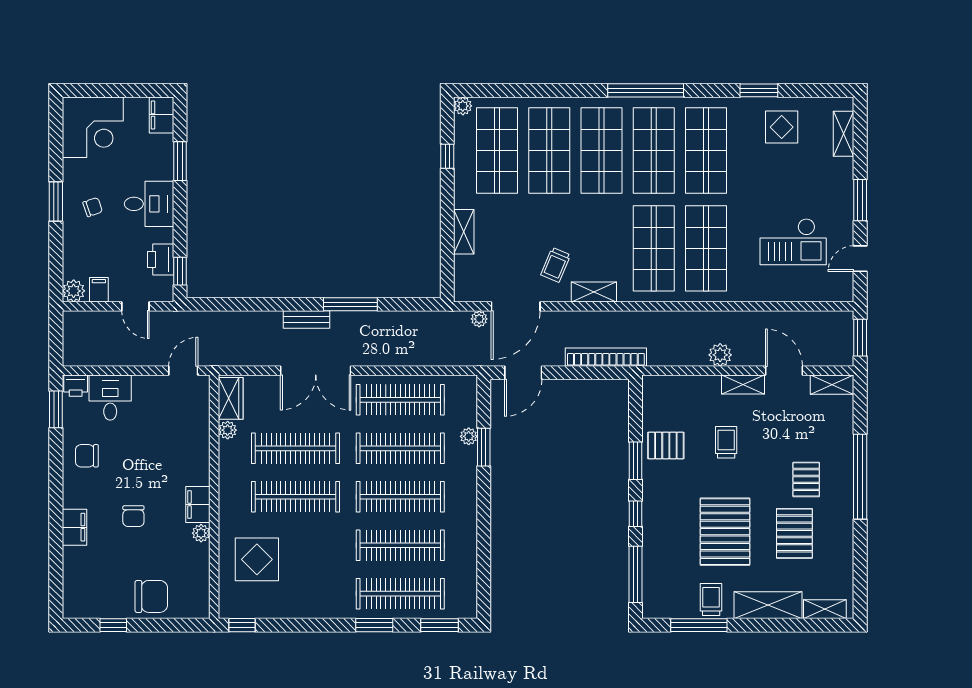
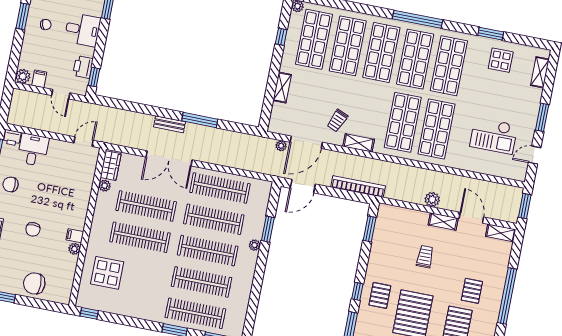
plant: (469, 436) -> (255, 245), moved
pallet: (666, 445) -> (380, 295), moved, turned 90
window: (636, 461) -> (370, 229), moved
filing cabinet: (198, 504) -> (75, 236), width x0.50
chair: (151, 596) -> (34, 283), turned 180

